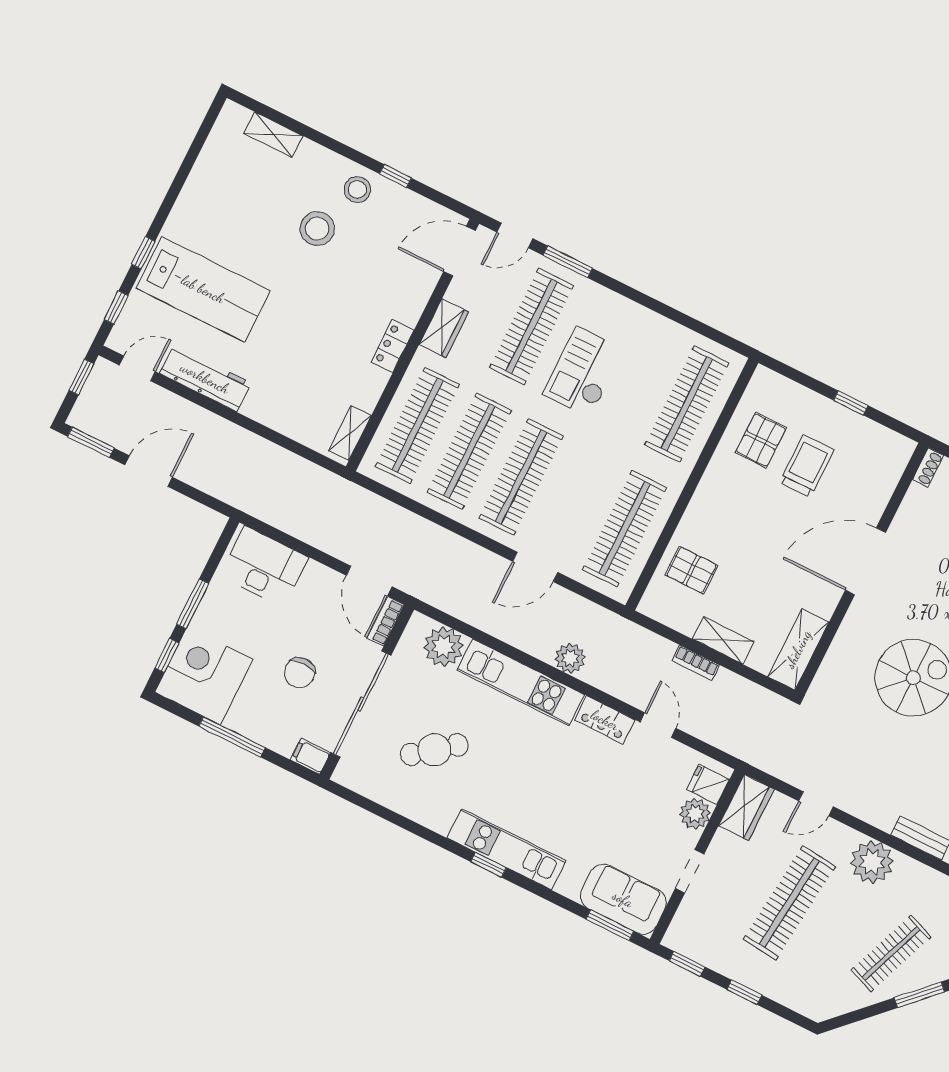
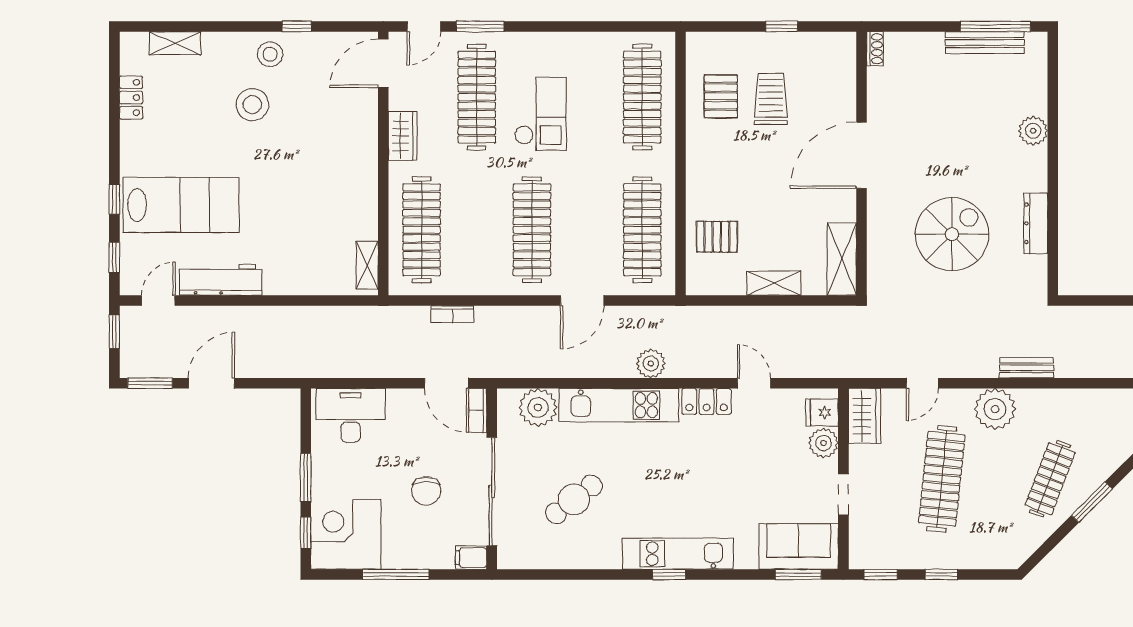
locker: (392, 346) -> (131, 97), moved, turned 180
checkout: (583, 372) -> (540, 114), turned 180
clothes rail: (469, 451) -> (477, 230), removed
bookcase: (696, 663) -> (452, 314), moved

